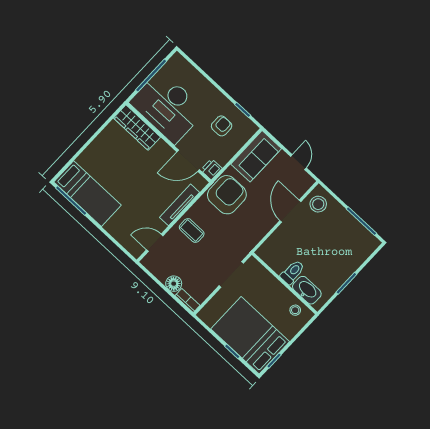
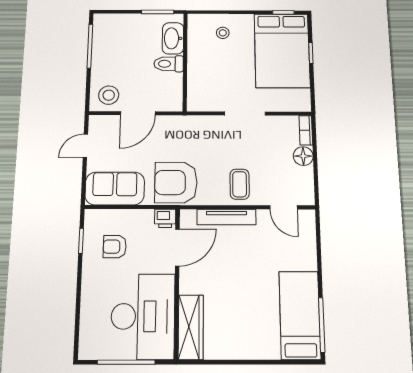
door: (188, 161) -> (177, 247), hinge flipped
toilet: (292, 272) -> (169, 64), moved
wall: (285, 283) -> (185, 62), moved
washbasin: (307, 290) -> (173, 38), moved

